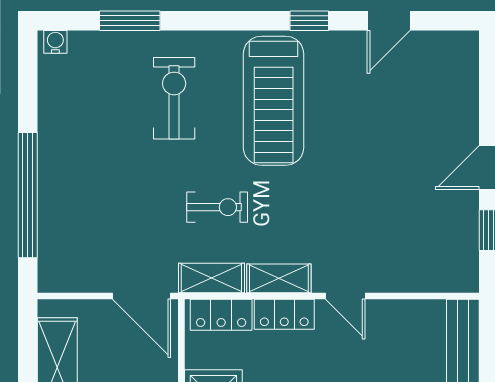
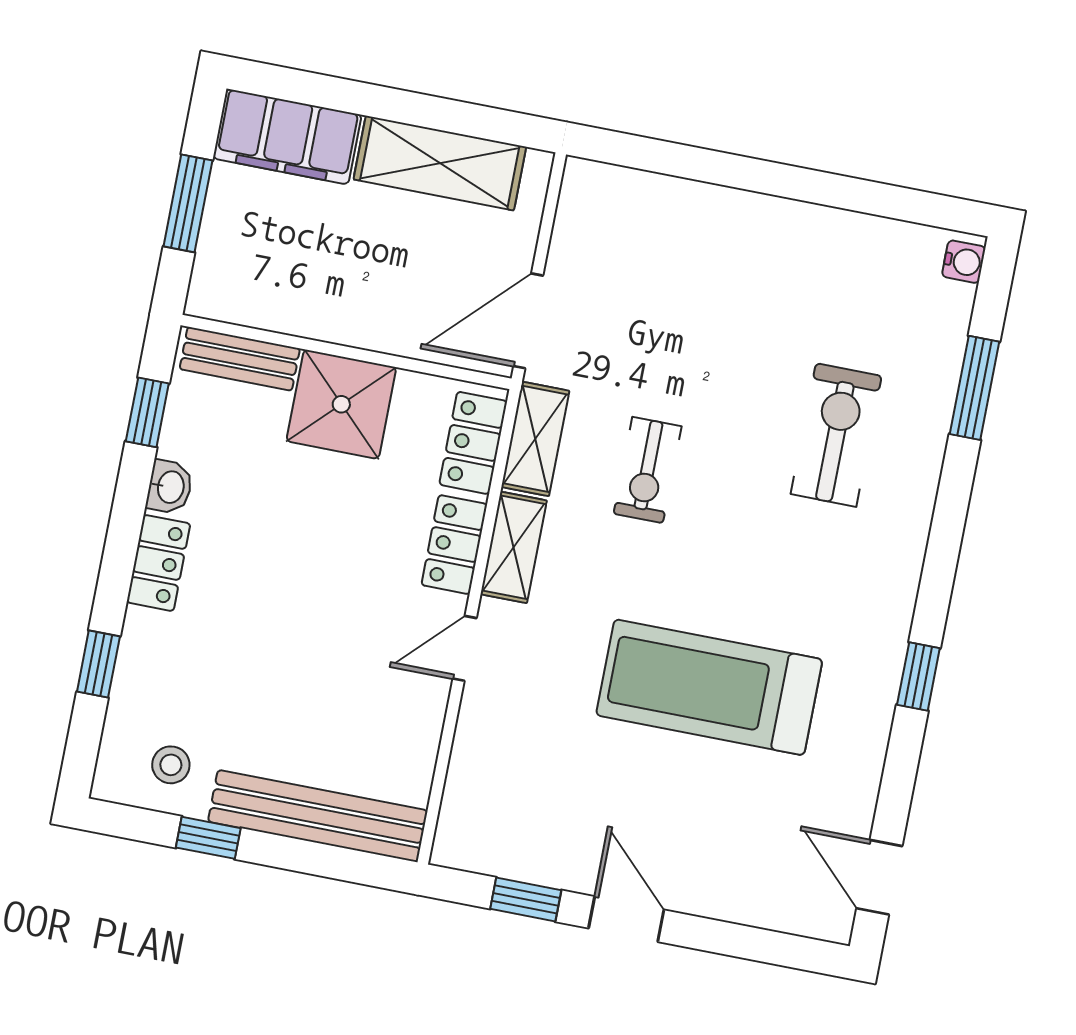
door: (389, 21) -> (879, 877), moved
exercise bike: (174, 98) -> (836, 435), turned -90
treadmill: (274, 101) -> (709, 687), moved
window: (28, 195) -> (726, 169), removed

